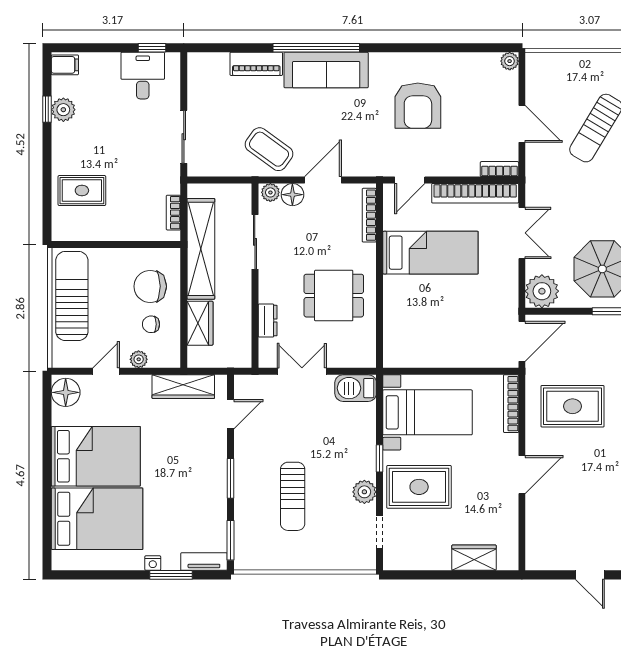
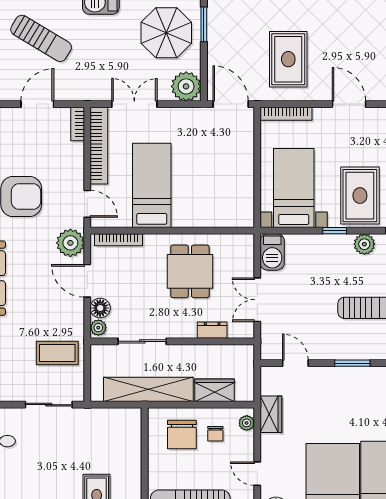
coffee table: (269, 149) -> (57, 353), moved, turned 54
plant: (366, 161) -> (70, 243), added
bookcase: (173, 213) -> (116, 414), removed
plant: (139, 359) -> (247, 423), moved
wardrobe: (183, 387) -> (271, 414), width x0.67

